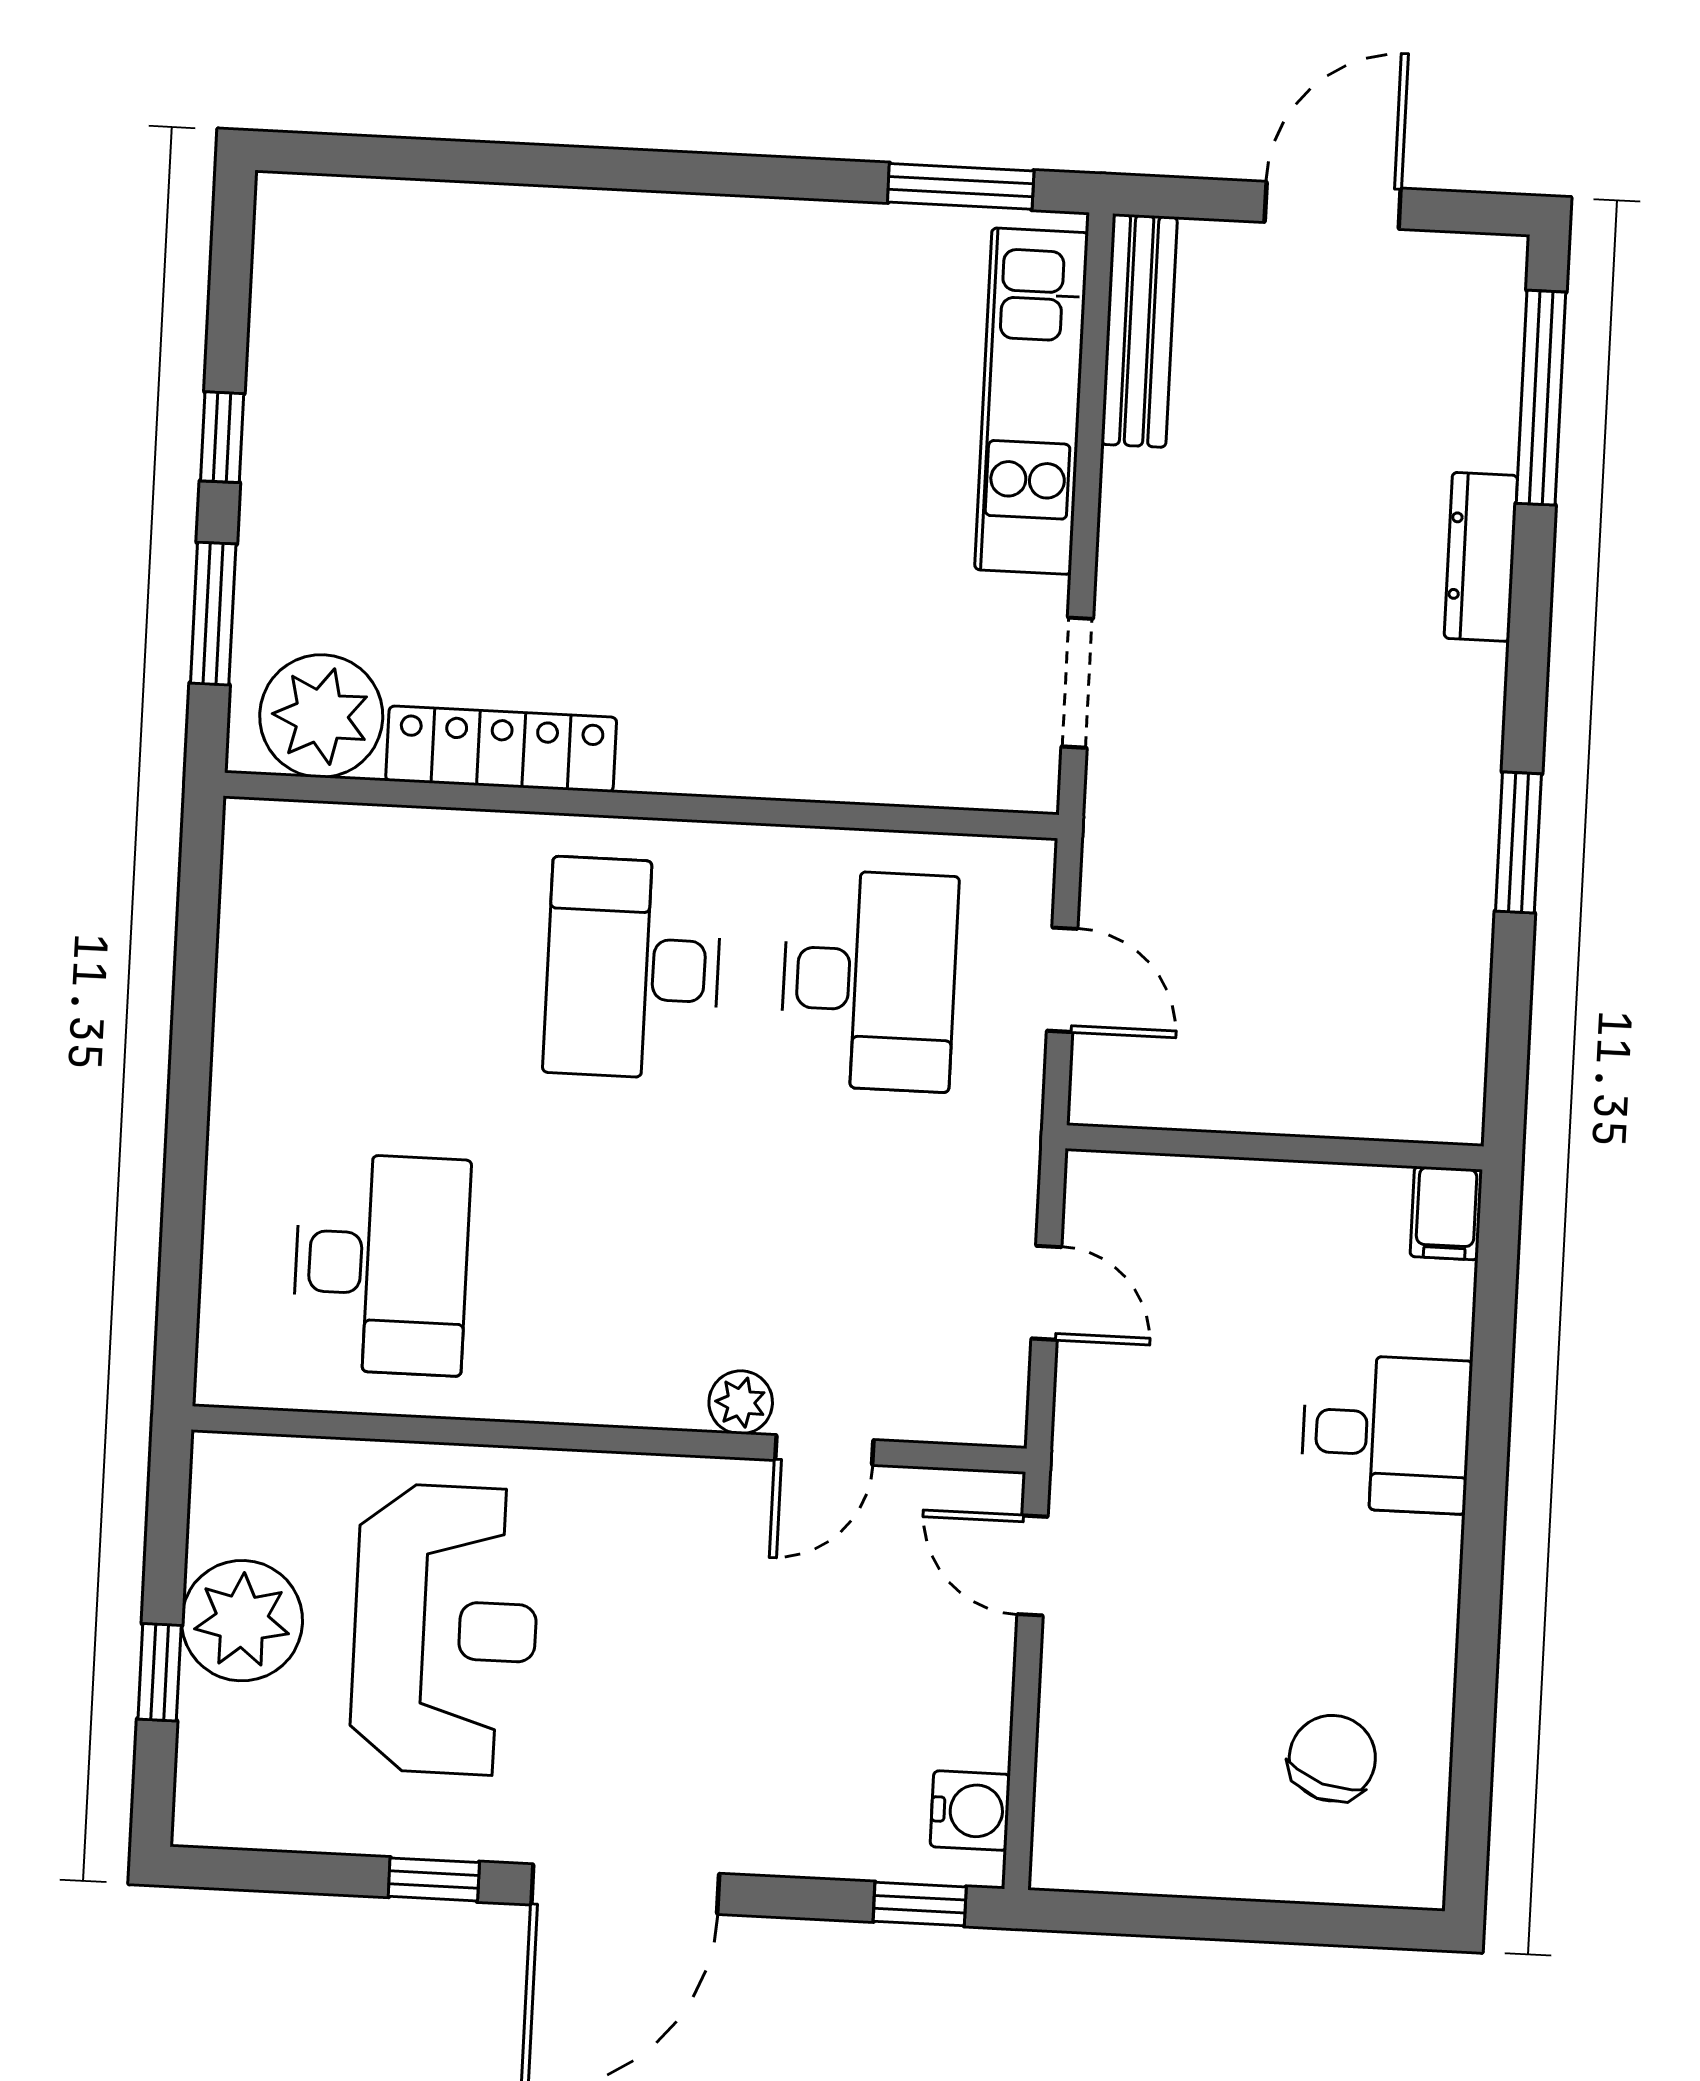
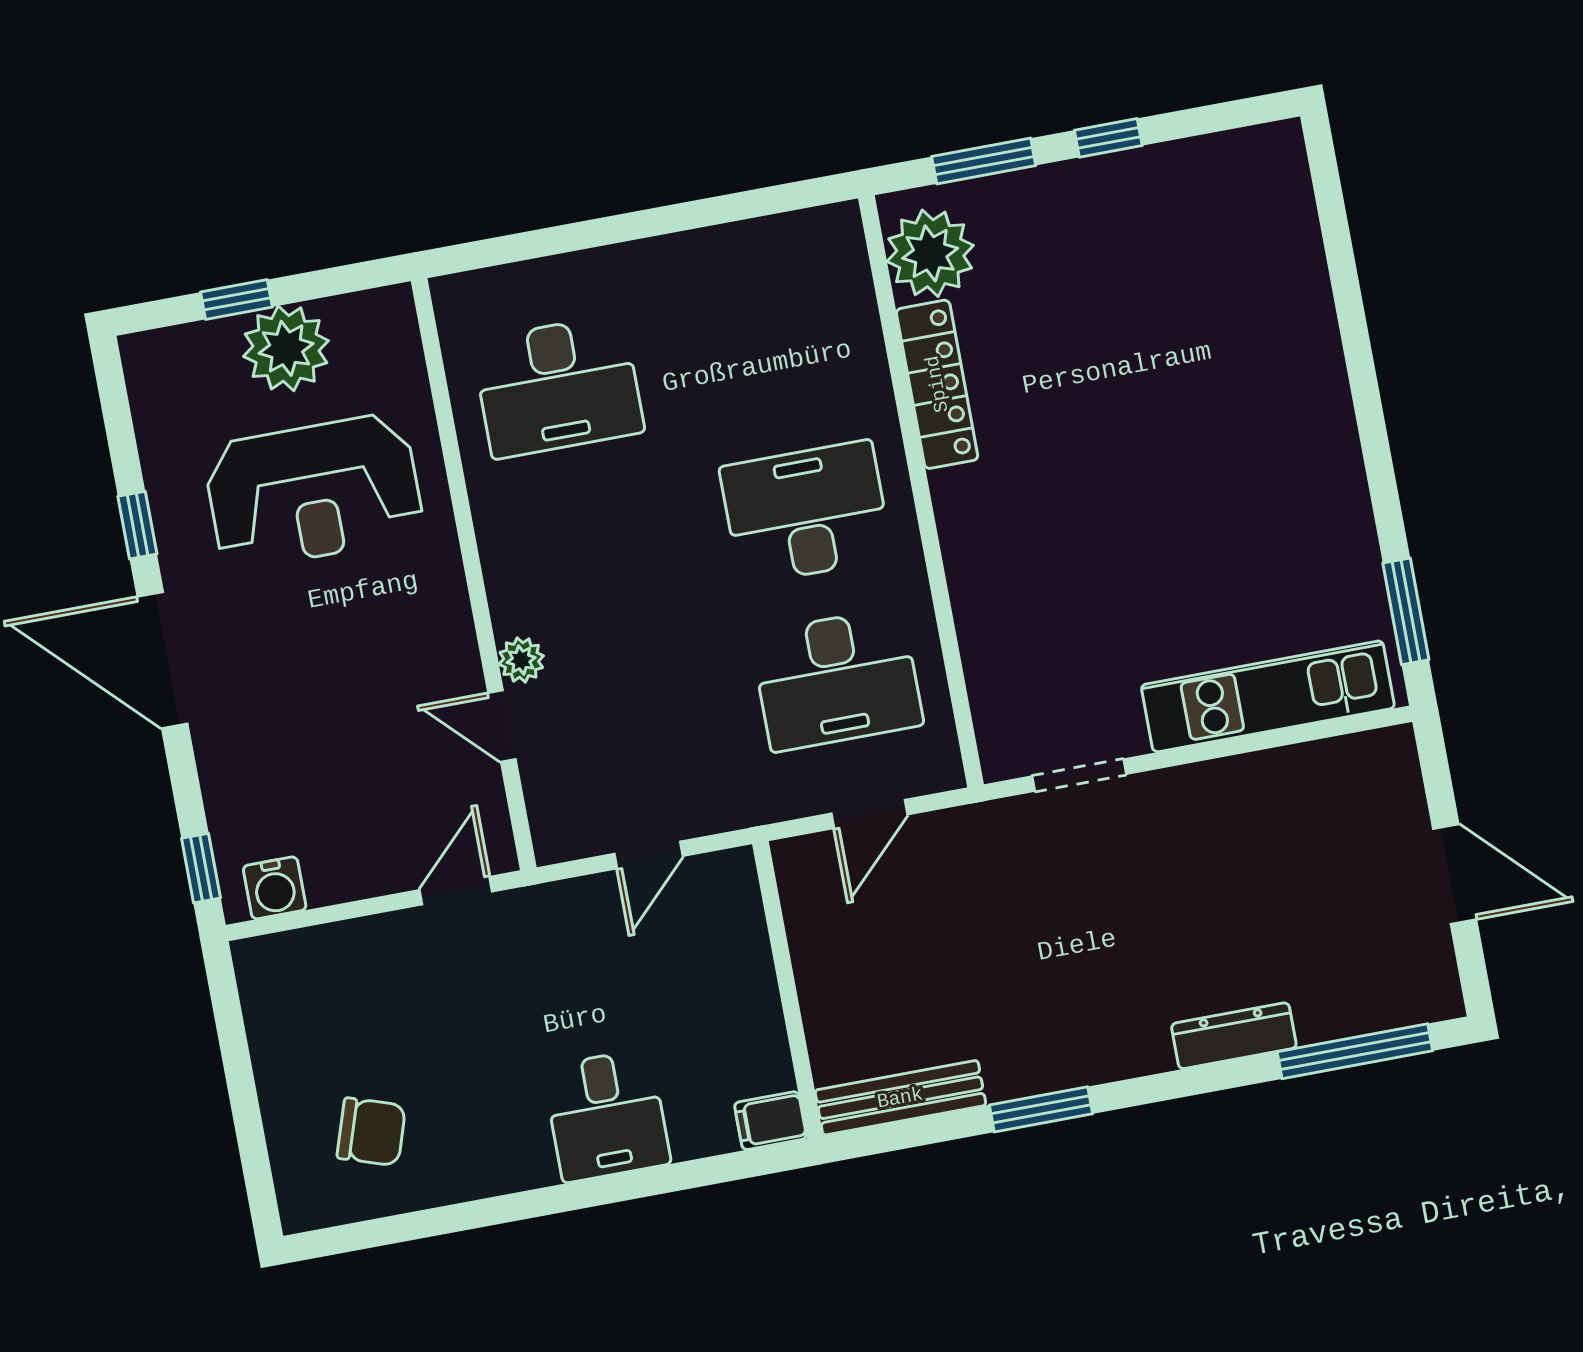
bench: (1139, 331) -> (900, 1098), moved

